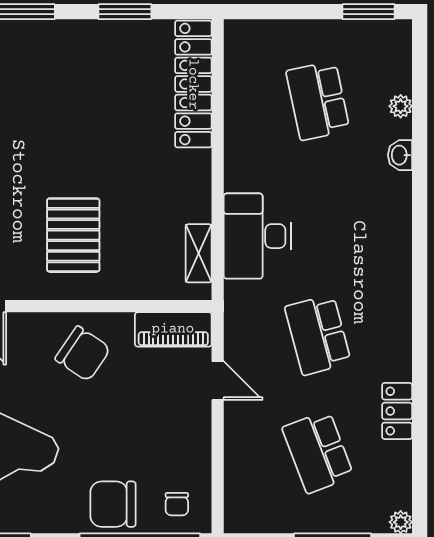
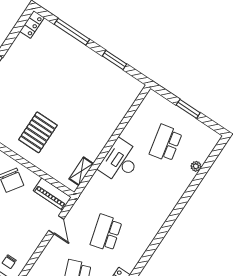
window: (369, 12) -> (188, 109), moved
locker: (193, 84) -> (122, 105), removed
washbasin: (400, 155) -> (183, 185), removed
desk: (257, 236) -> (120, 161), moved

